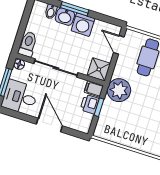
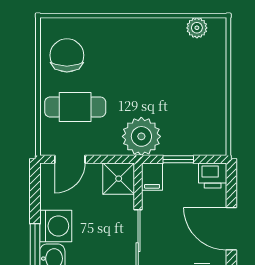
printer: (90, 104) -> (213, 175), moved
door: (49, 125) -> (231, 229), hinge flipped

